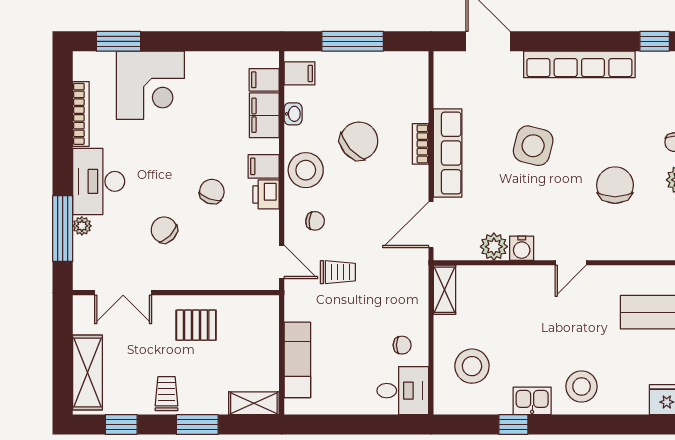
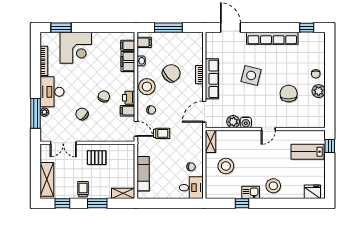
filing cabinet: (264, 166) -> (128, 111), moved
stool: (472, 366) -> (226, 166), moved

